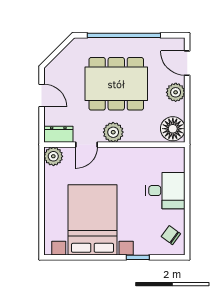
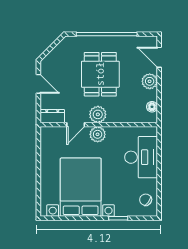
dining table: (116, 84) -> (100, 74), width x0.73
floor lamp: (173, 129) -> (152, 107), width x0.53, depth x0.53
plant: (53, 156) -> (98, 134), moved
desk: (165, 191) -> (141, 157), width x1.37

